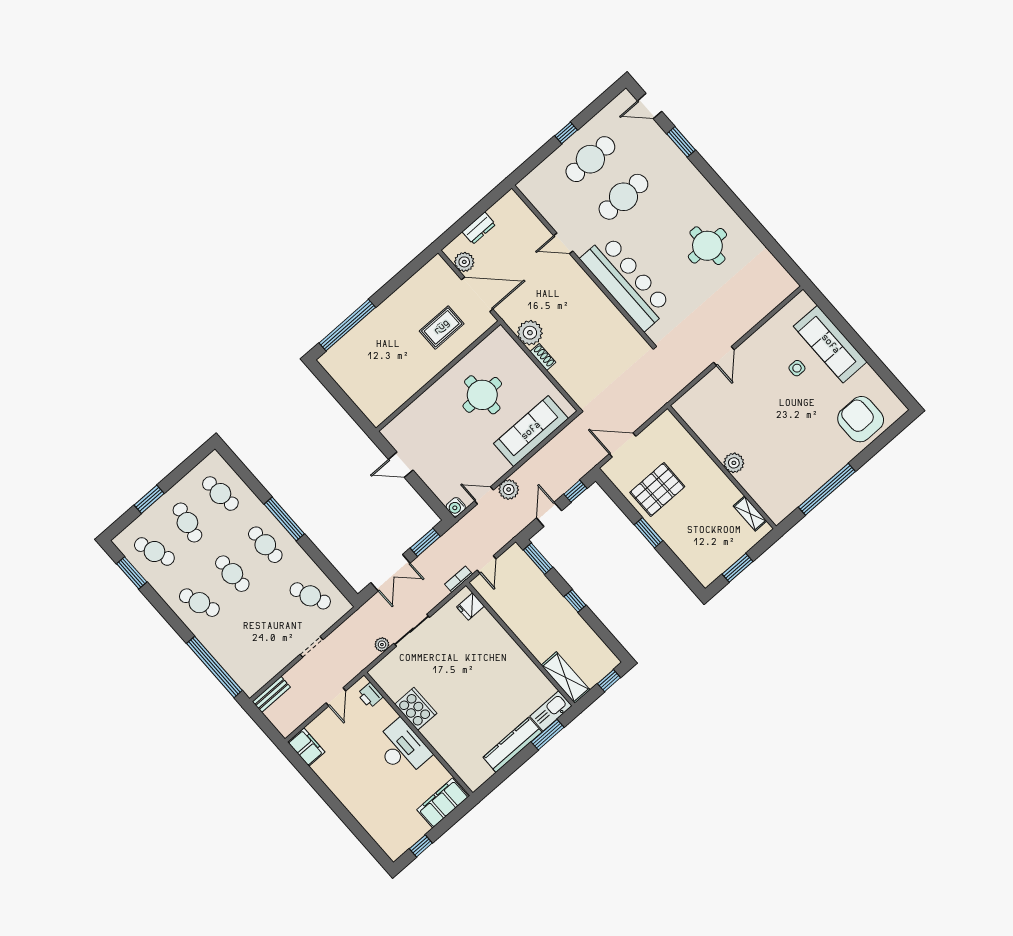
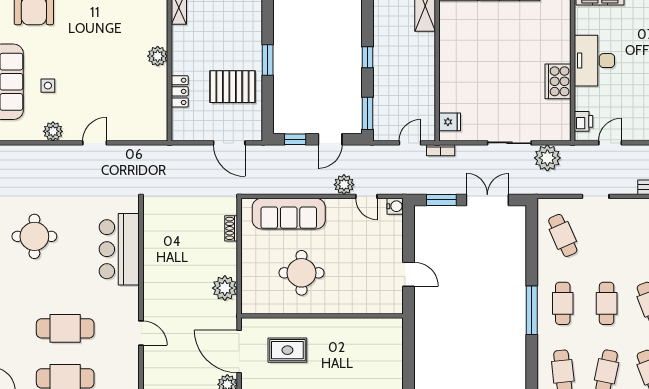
bar counter: (626, 282) -> (119, 249), width x0.73
plant: (763, 337) -> (53, 131), added
shoe rack: (543, 357) -> (231, 228), moved
locker: (694, 451) -> (180, 91), added
plant: (382, 645) -> (547, 158), width x1.88, depth x1.88

